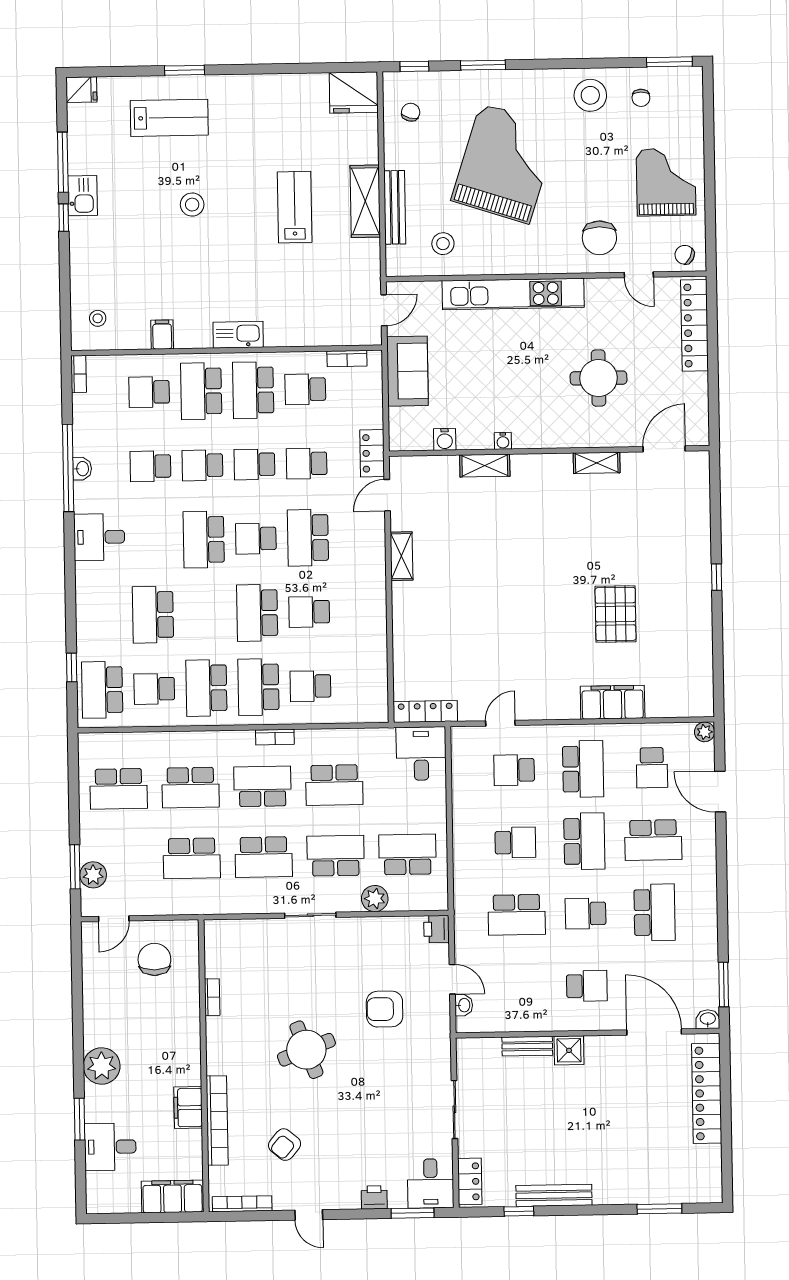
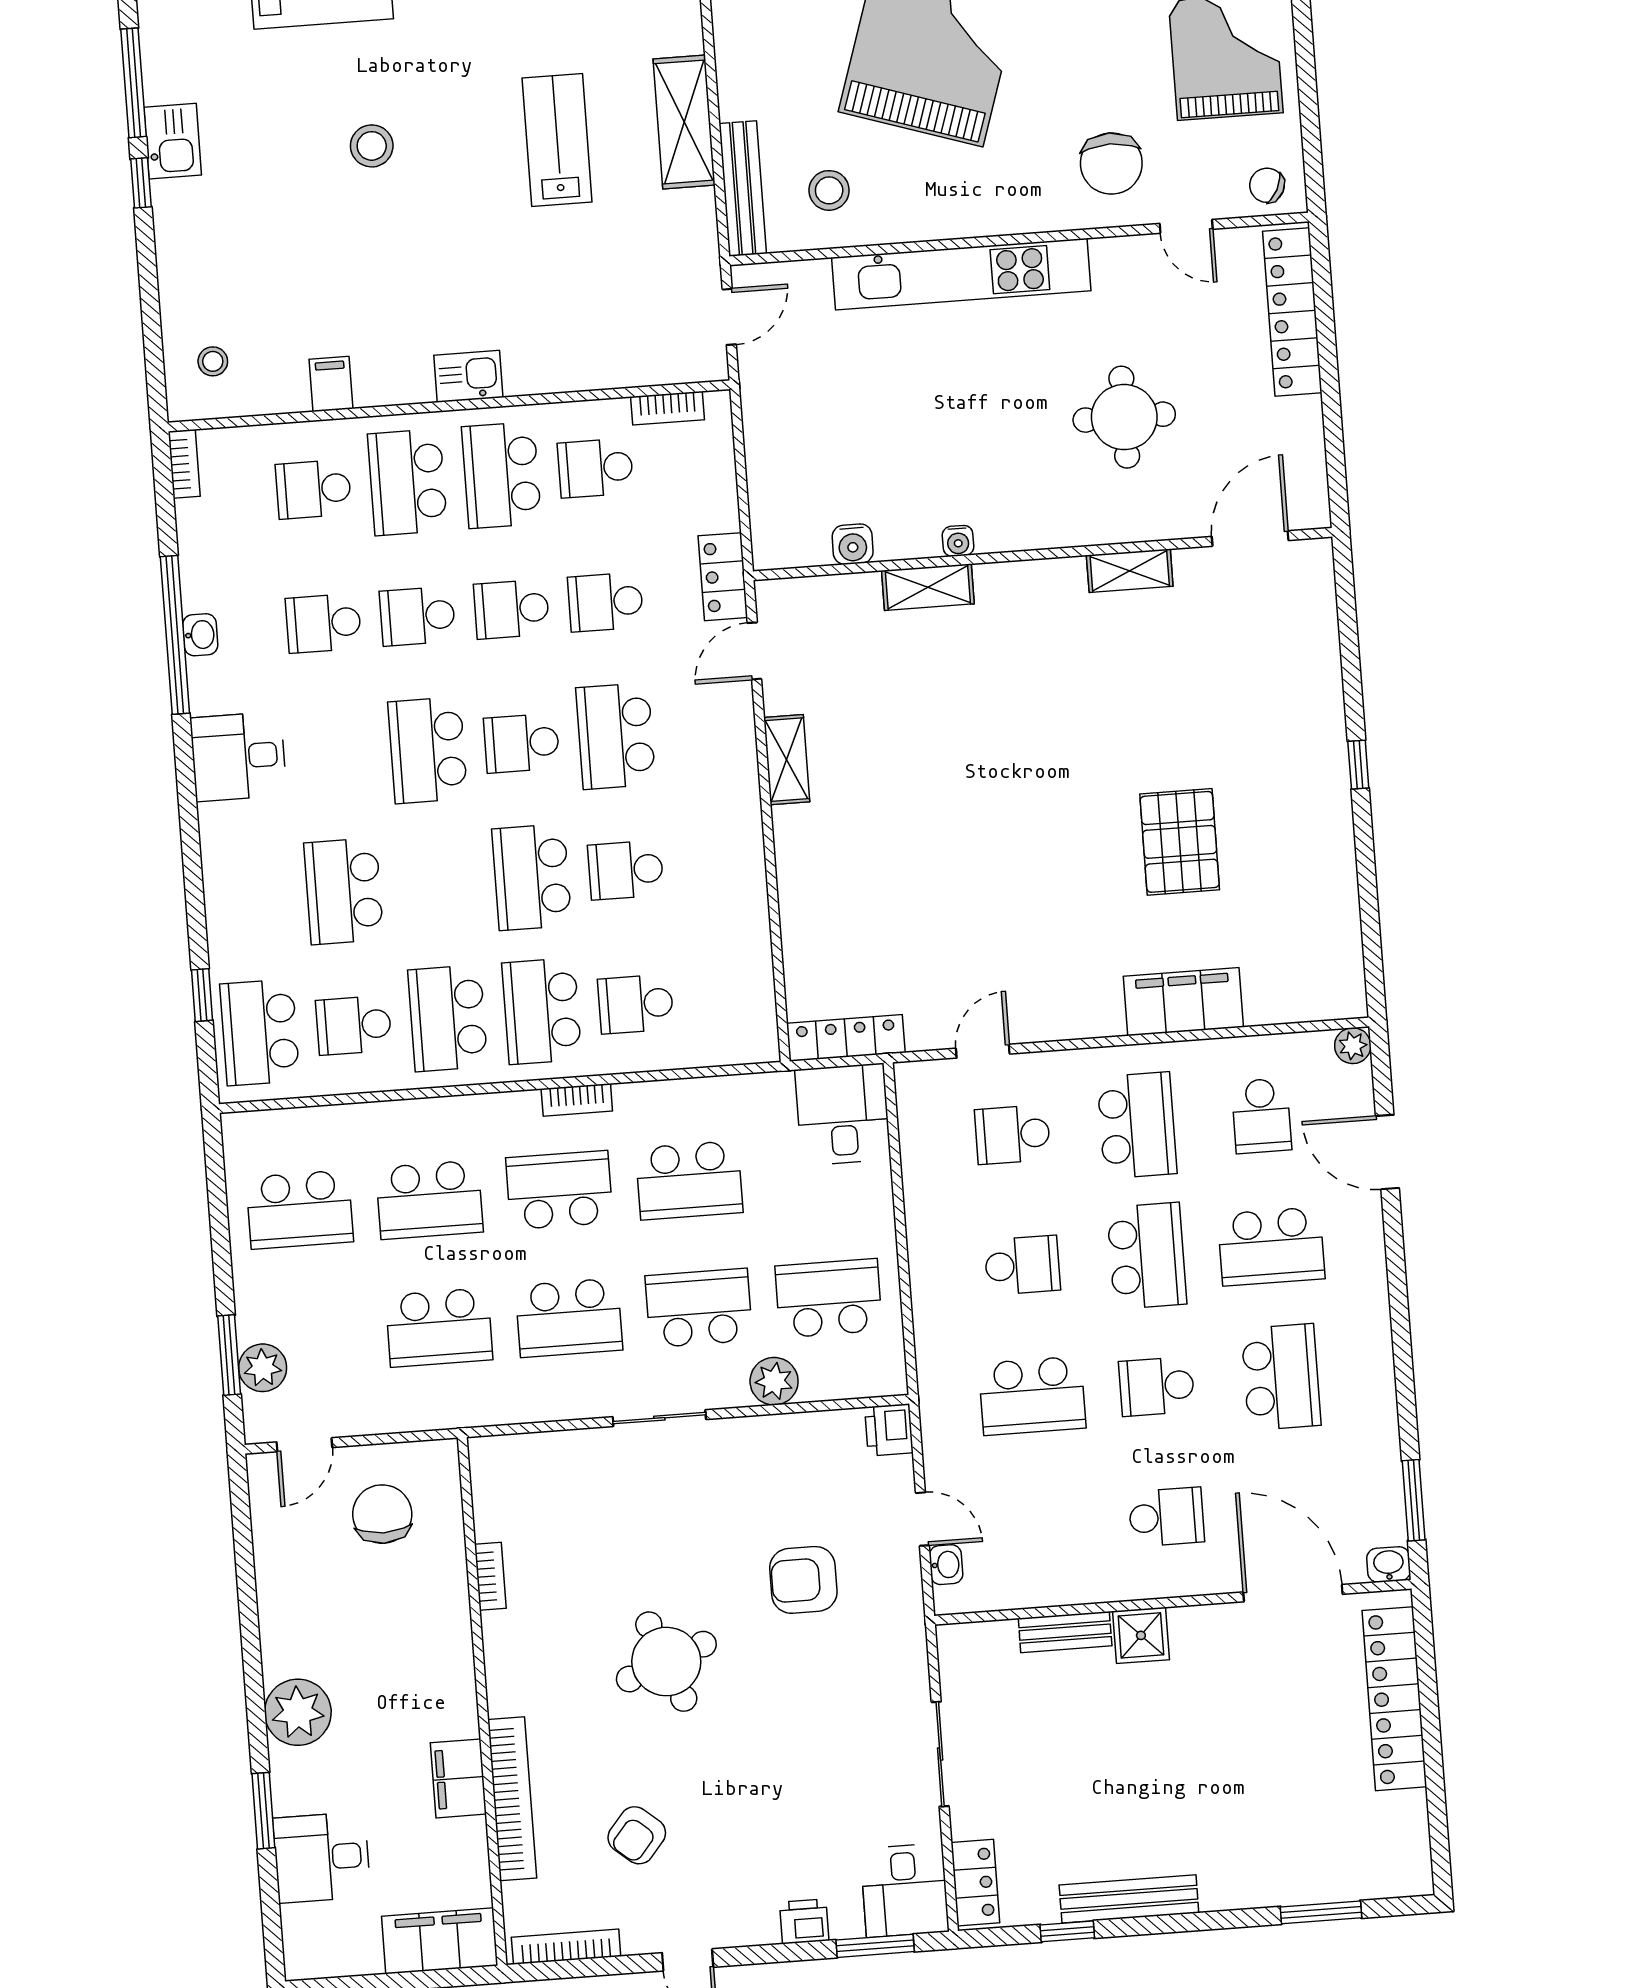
bench: (395, 207) -> (743, 188), moved
kitchen sink: (238, 335) -> (468, 376), width x0.73
sofa: (407, 371) -> (778, 425), removed

